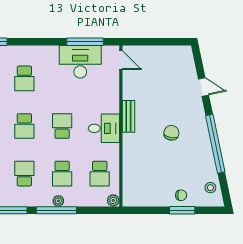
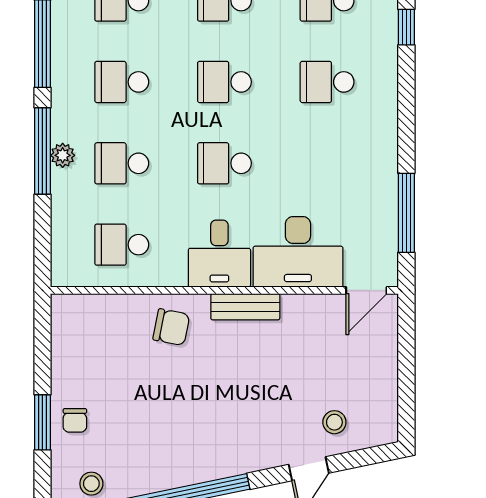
desk: (80, 62) -> (298, 252), moved, turned 90
stool: (182, 75) -> (334, 422), added
school desk: (62, 126) -> (224, 163), turned 180
chair: (171, 133) -> (171, 327), moved
school desk: (24, 174) -> (122, 82), turned 180
plant: (113, 200) -> (64, 274), removed

